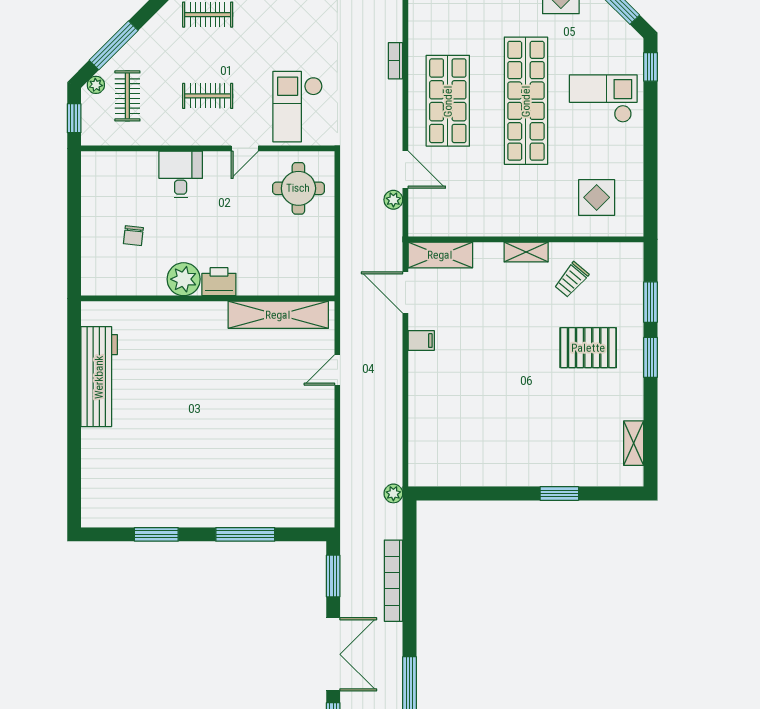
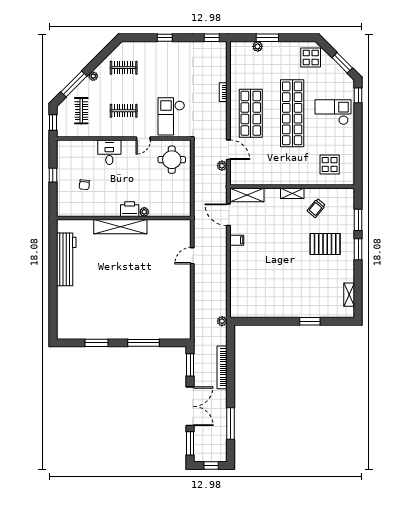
plant: (96, 85) -> (93, 76), moved
window: (74, 218) -> (53, 175), added
plant: (184, 279) -> (144, 212), moved, width x0.53, depth x0.53
shelving: (278, 315) -> (120, 227), moved

